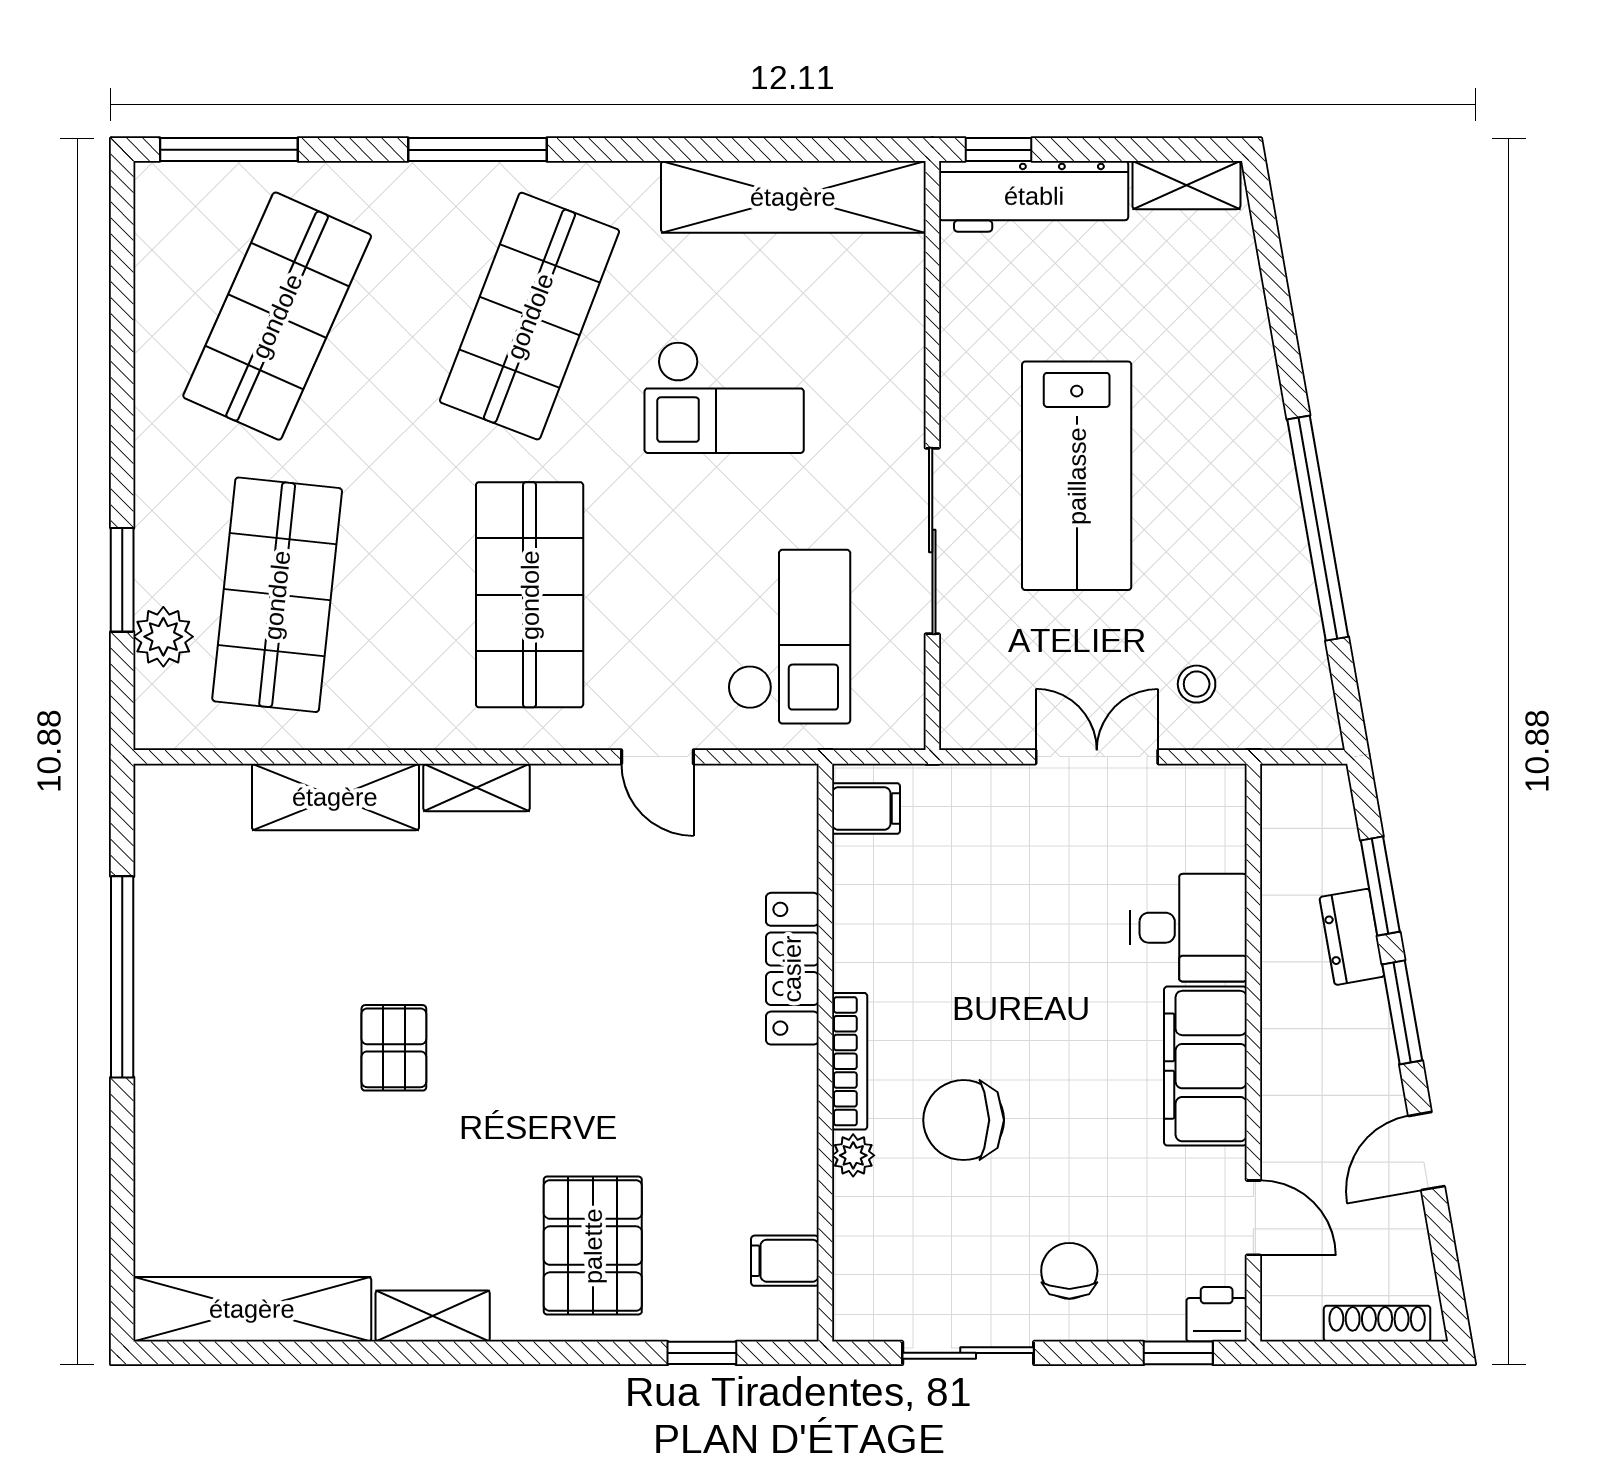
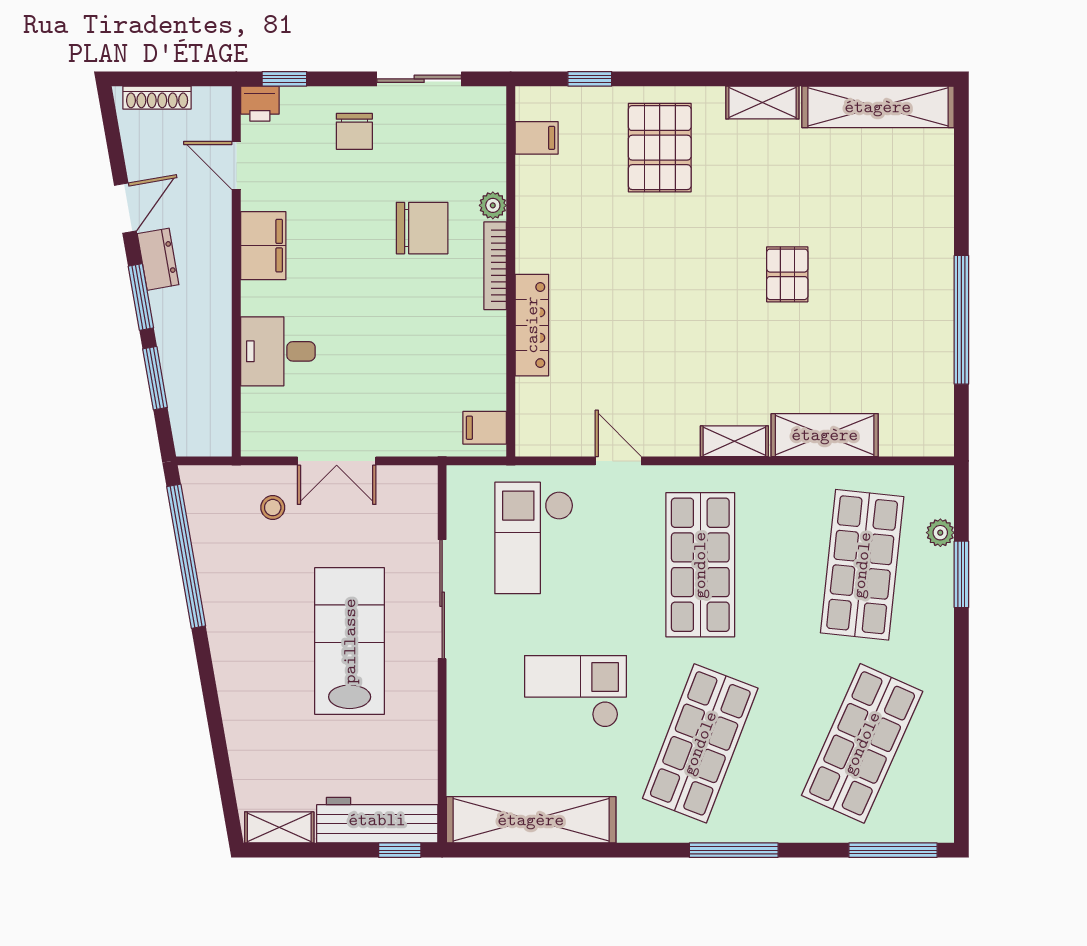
window: (1318, 528) -> (186, 556), moved
plant: (163, 637) -> (940, 533), width x0.73, depth x0.73
dresser: (1352, 937) -> (158, 259), moved
filing cabinet: (1205, 1066) -> (263, 246), width x0.67, depth x0.86

